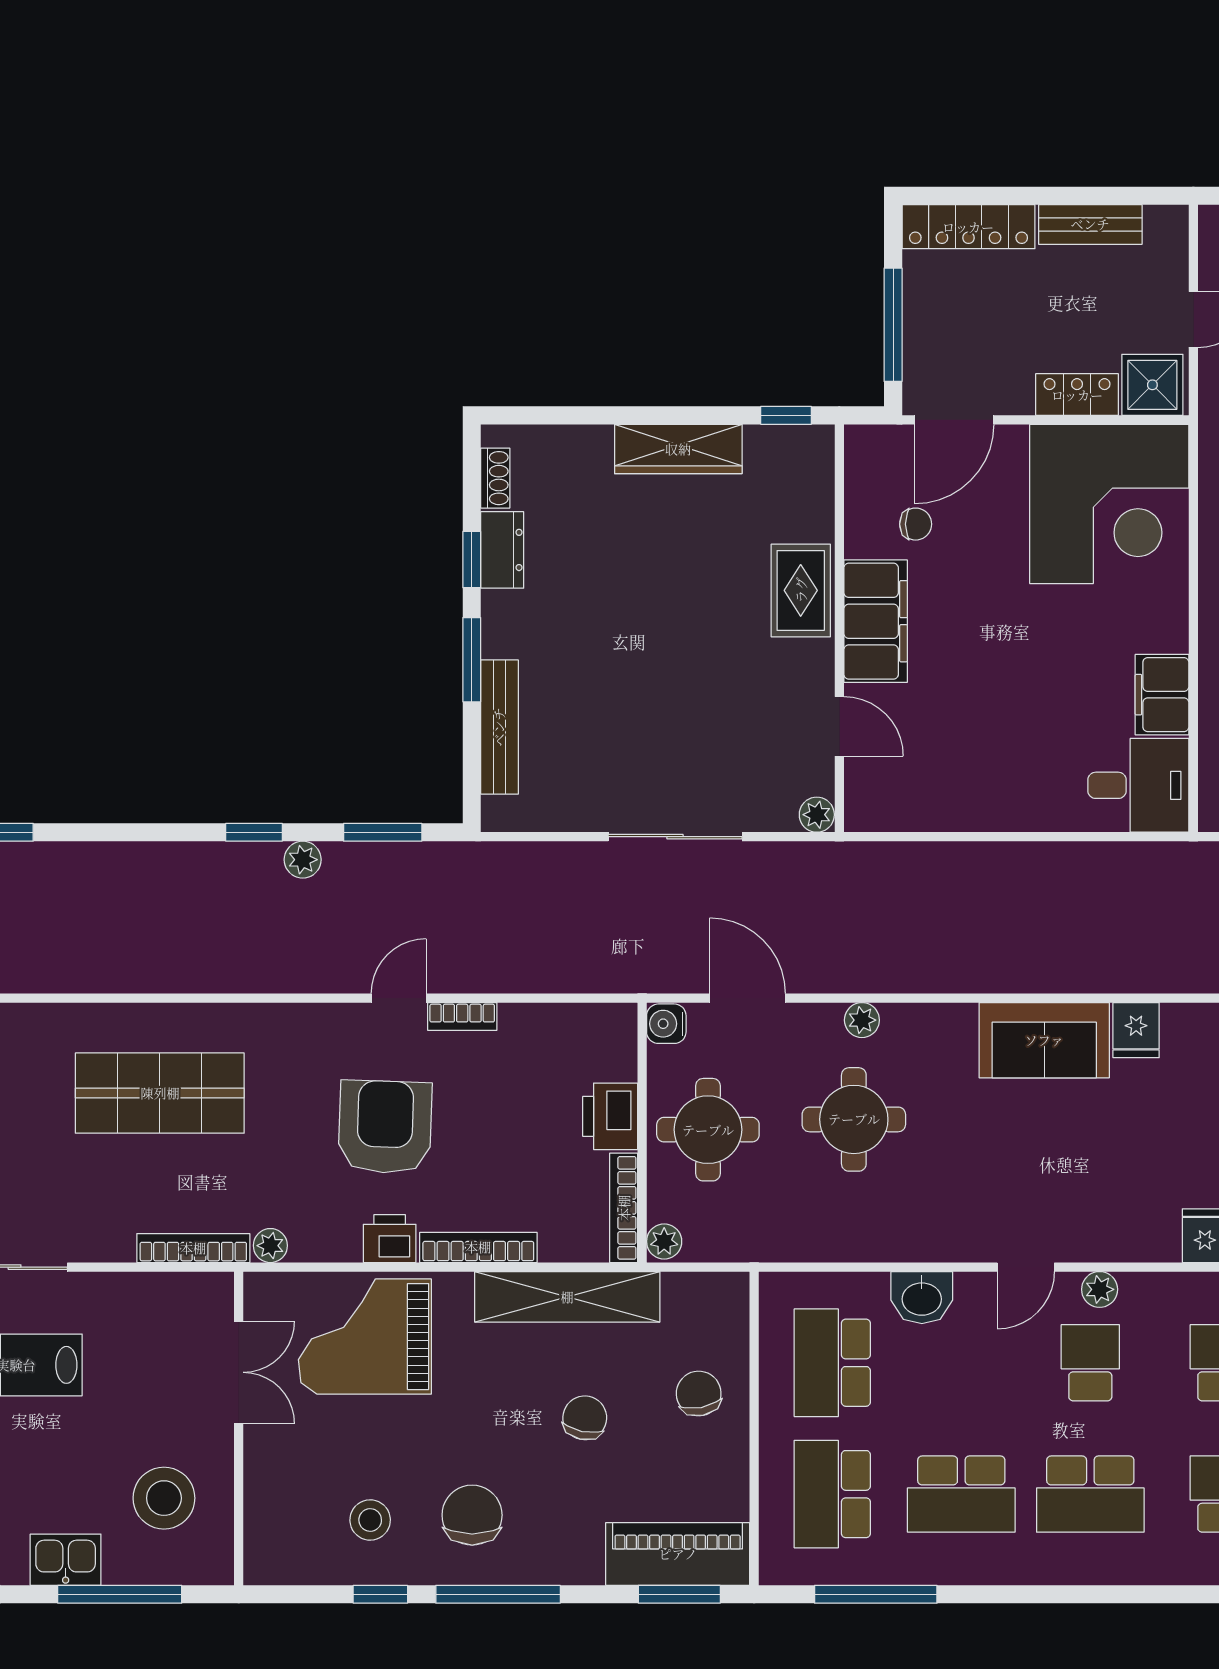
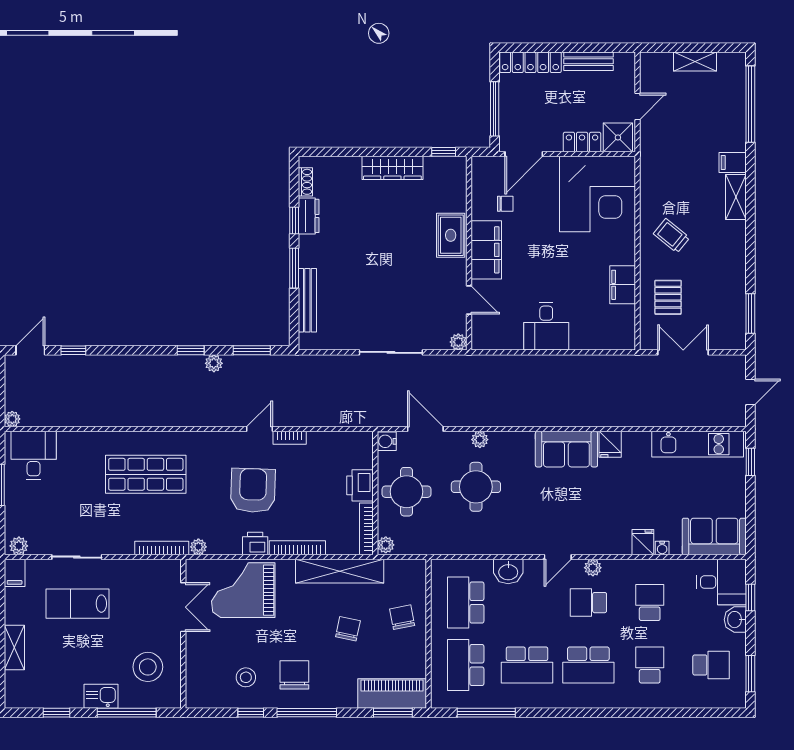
desk: (1138, 785) -> (546, 326), moved, turned 90
school desk: (1090, 1363) -> (588, 603), turned -90

